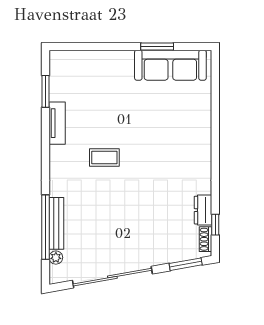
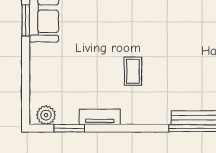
plant: (59, 67) -> (46, 115), added

